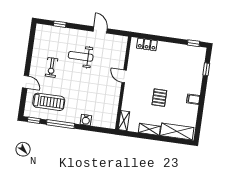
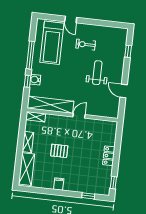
door: (100, 30) -> (124, 91), swing flipped
locker: (147, 44) -> (109, 156), moved
door: (26, 82) -> (71, 20), hinge flipped
treadmill: (49, 102) -> (52, 43), width x1.37, depth x1.38
shelving: (112, 105) -> (50, 105), added
window: (34, 120) -> (27, 81), moved

